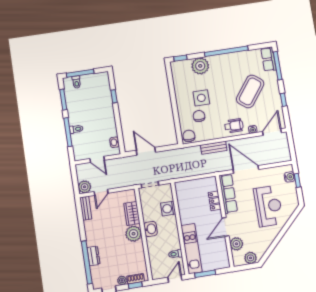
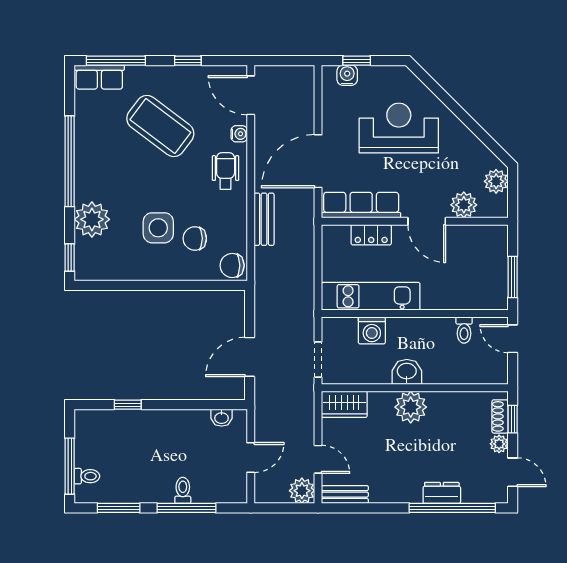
wardrobe: (132, 213) -> (344, 404), moved
kitchen unit: (191, 249) -> (371, 296), moved

